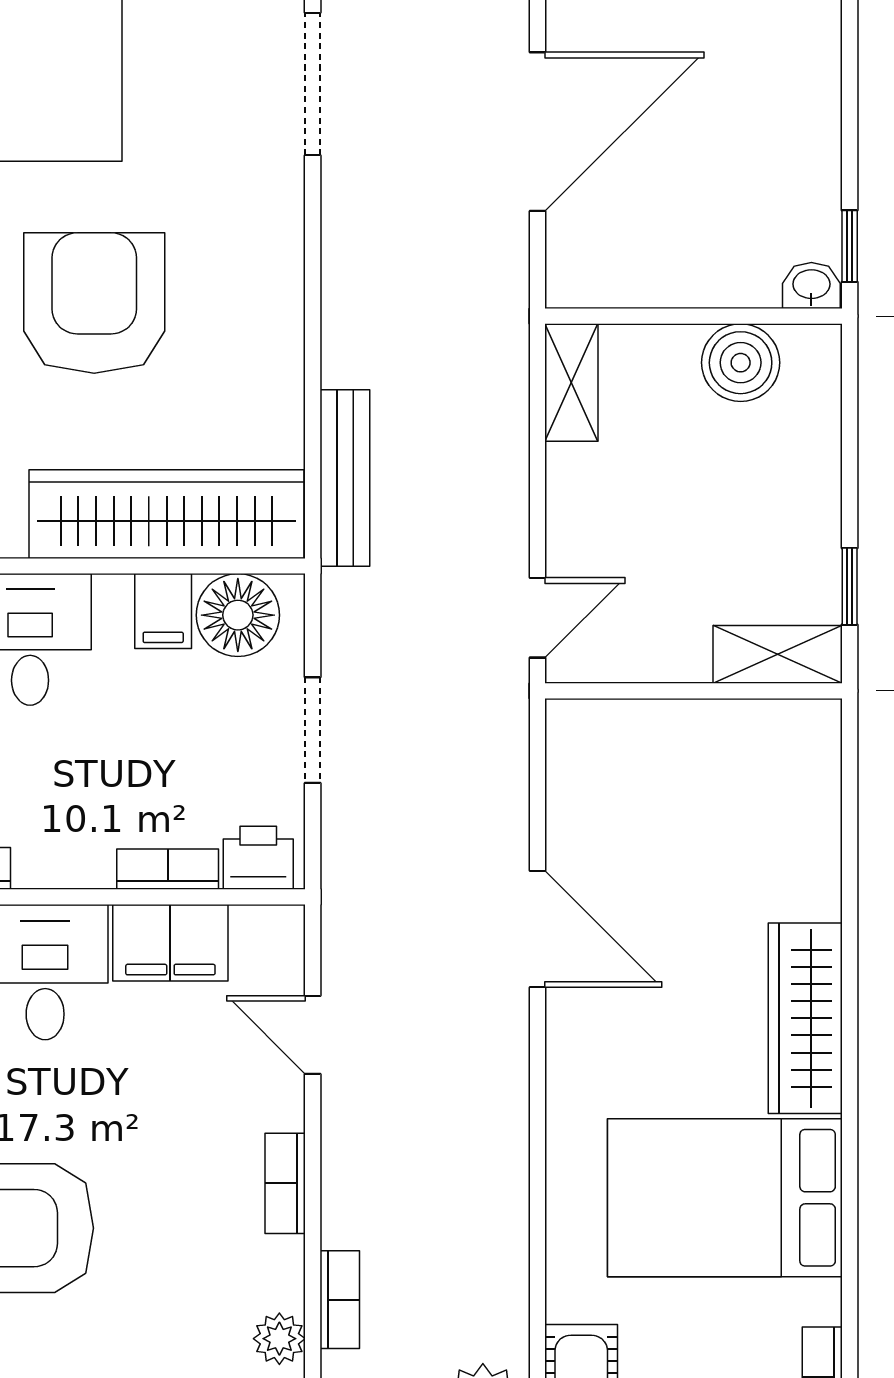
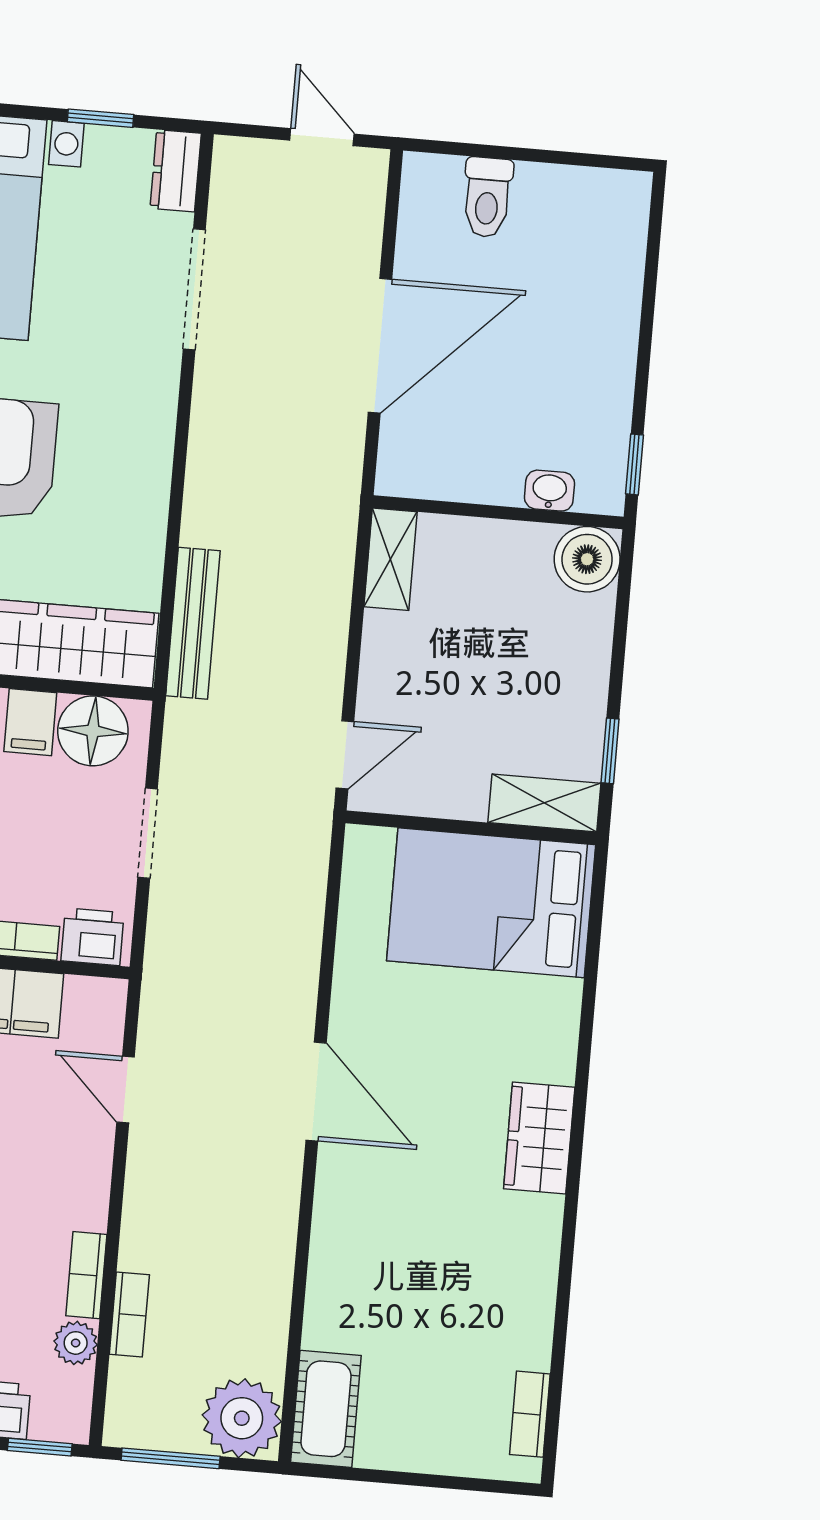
washbasin: (811, 286) -> (549, 491), moved
boiler: (741, 363) -> (587, 559), moved
door: (538, 929) -> (316, 1092), moved
wardrobe: (805, 1018) -> (539, 1138), width x0.67
bookcase: (285, 1183) -> (86, 1275), moved
bed: (725, 1198) -> (491, 903), moved

